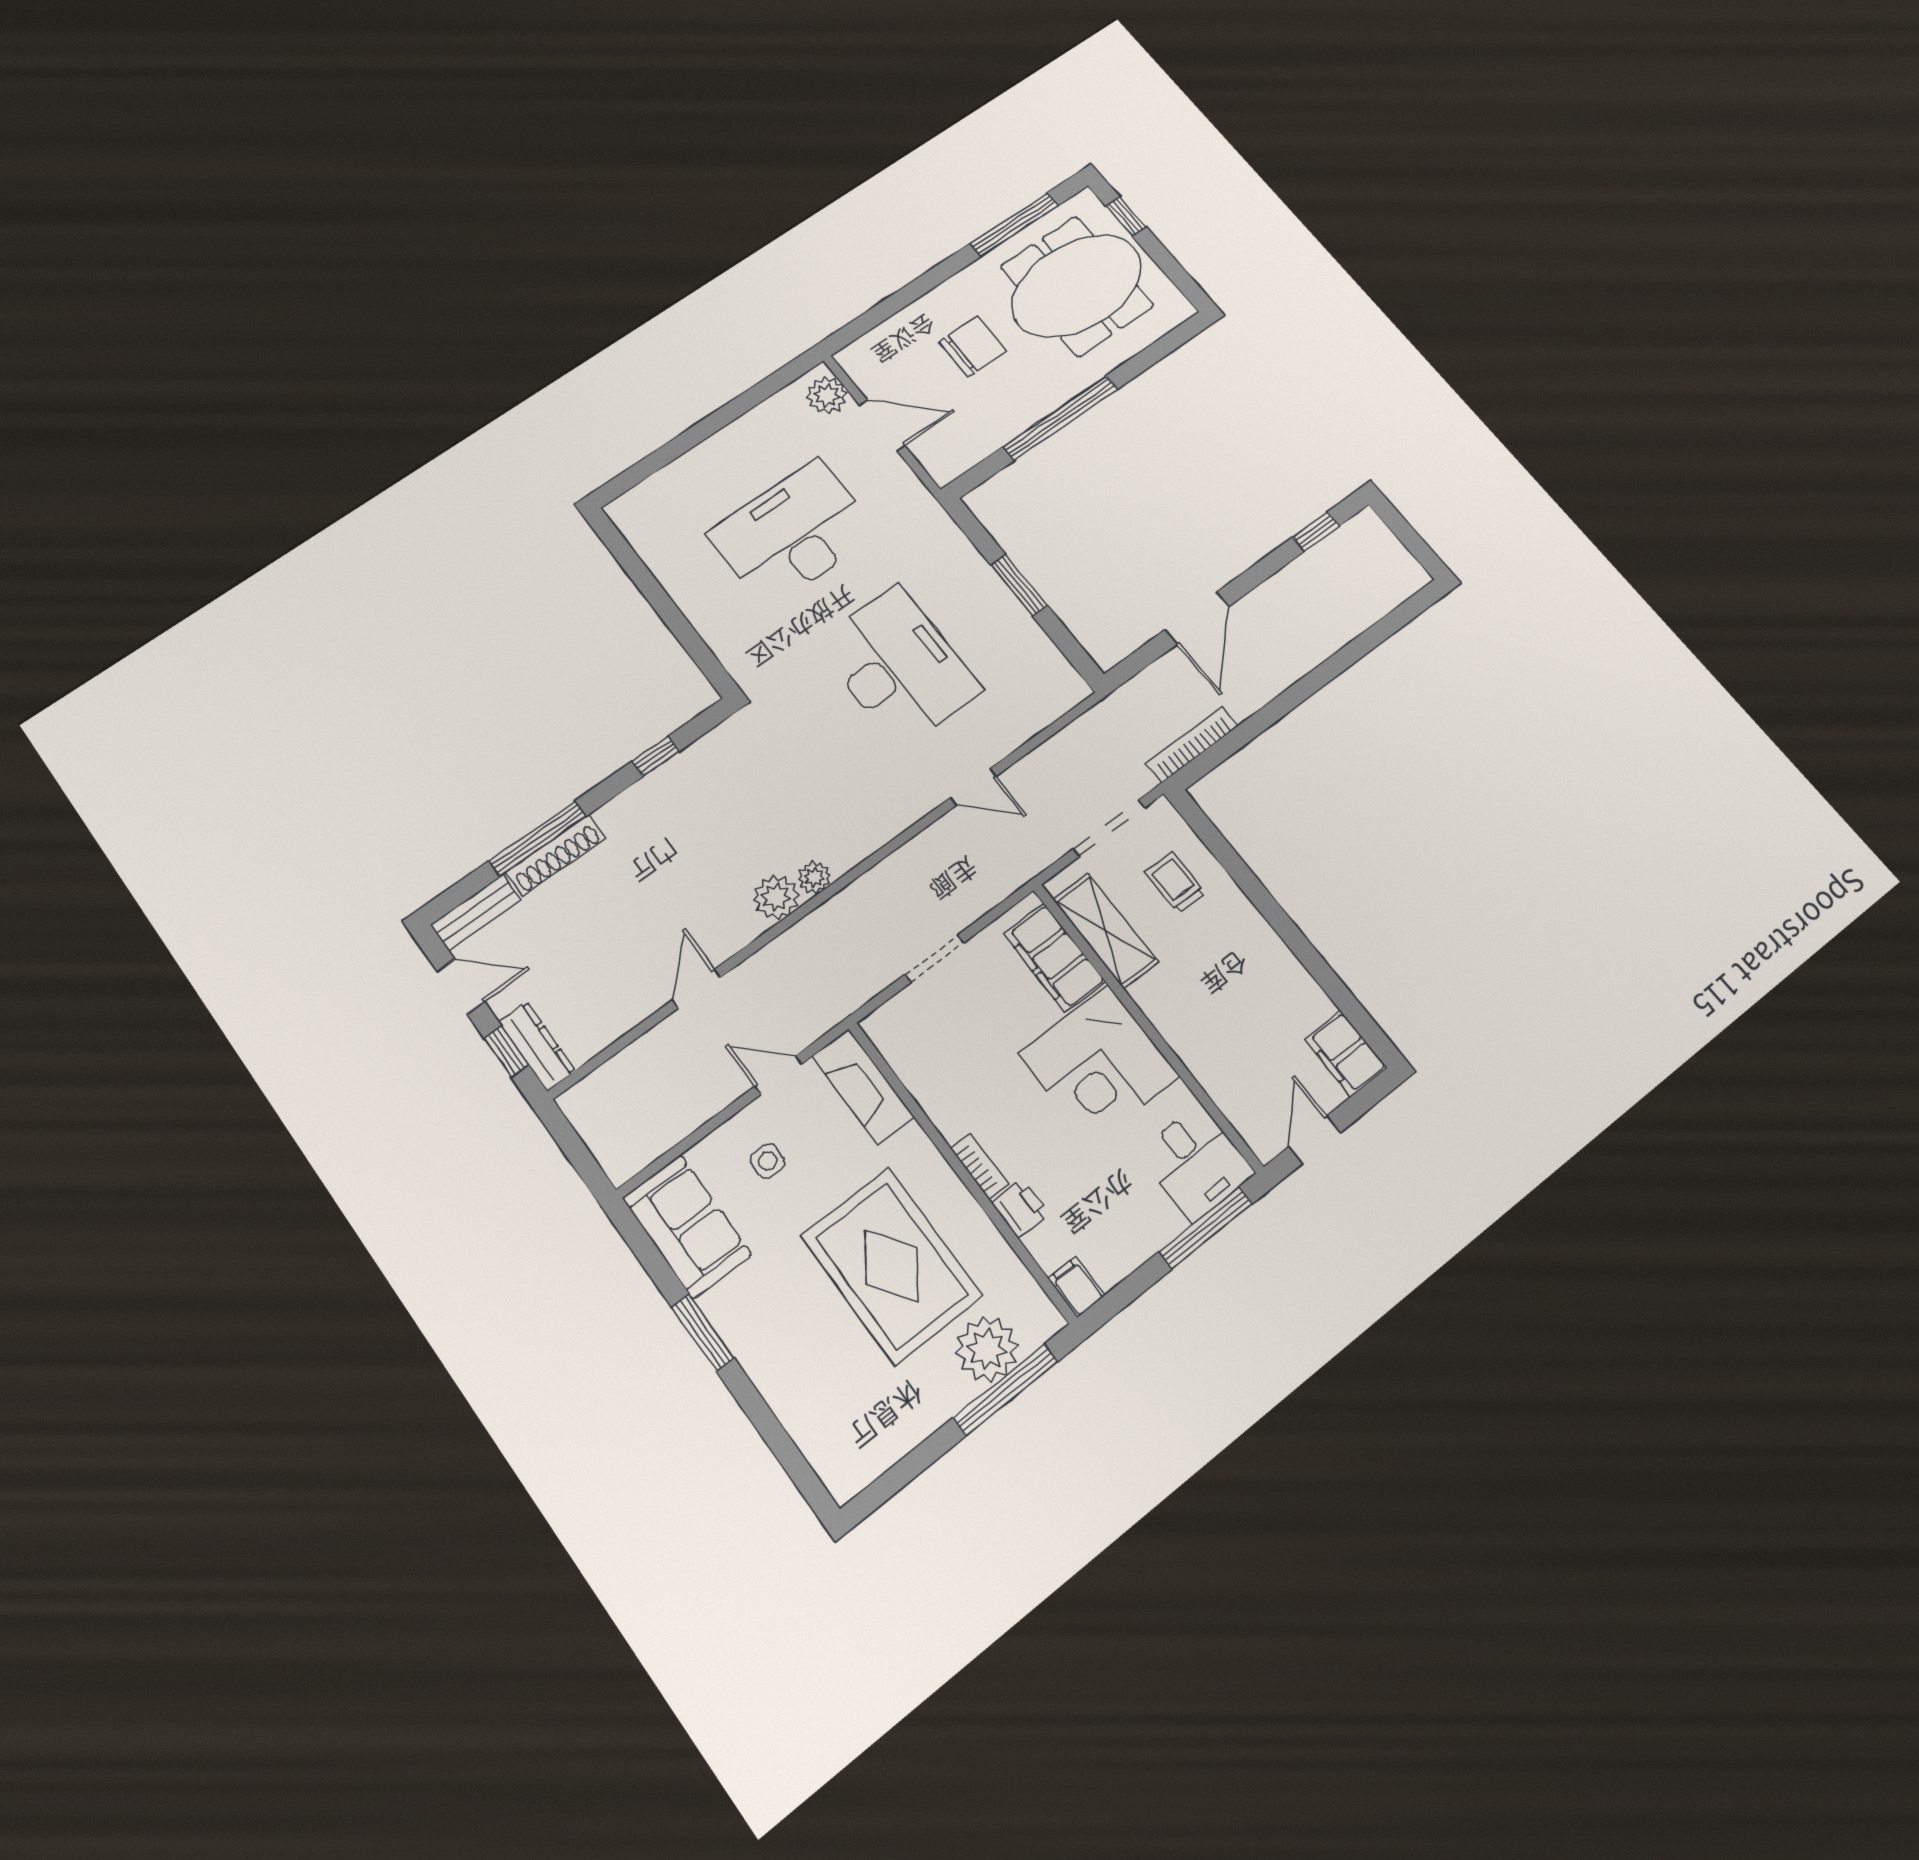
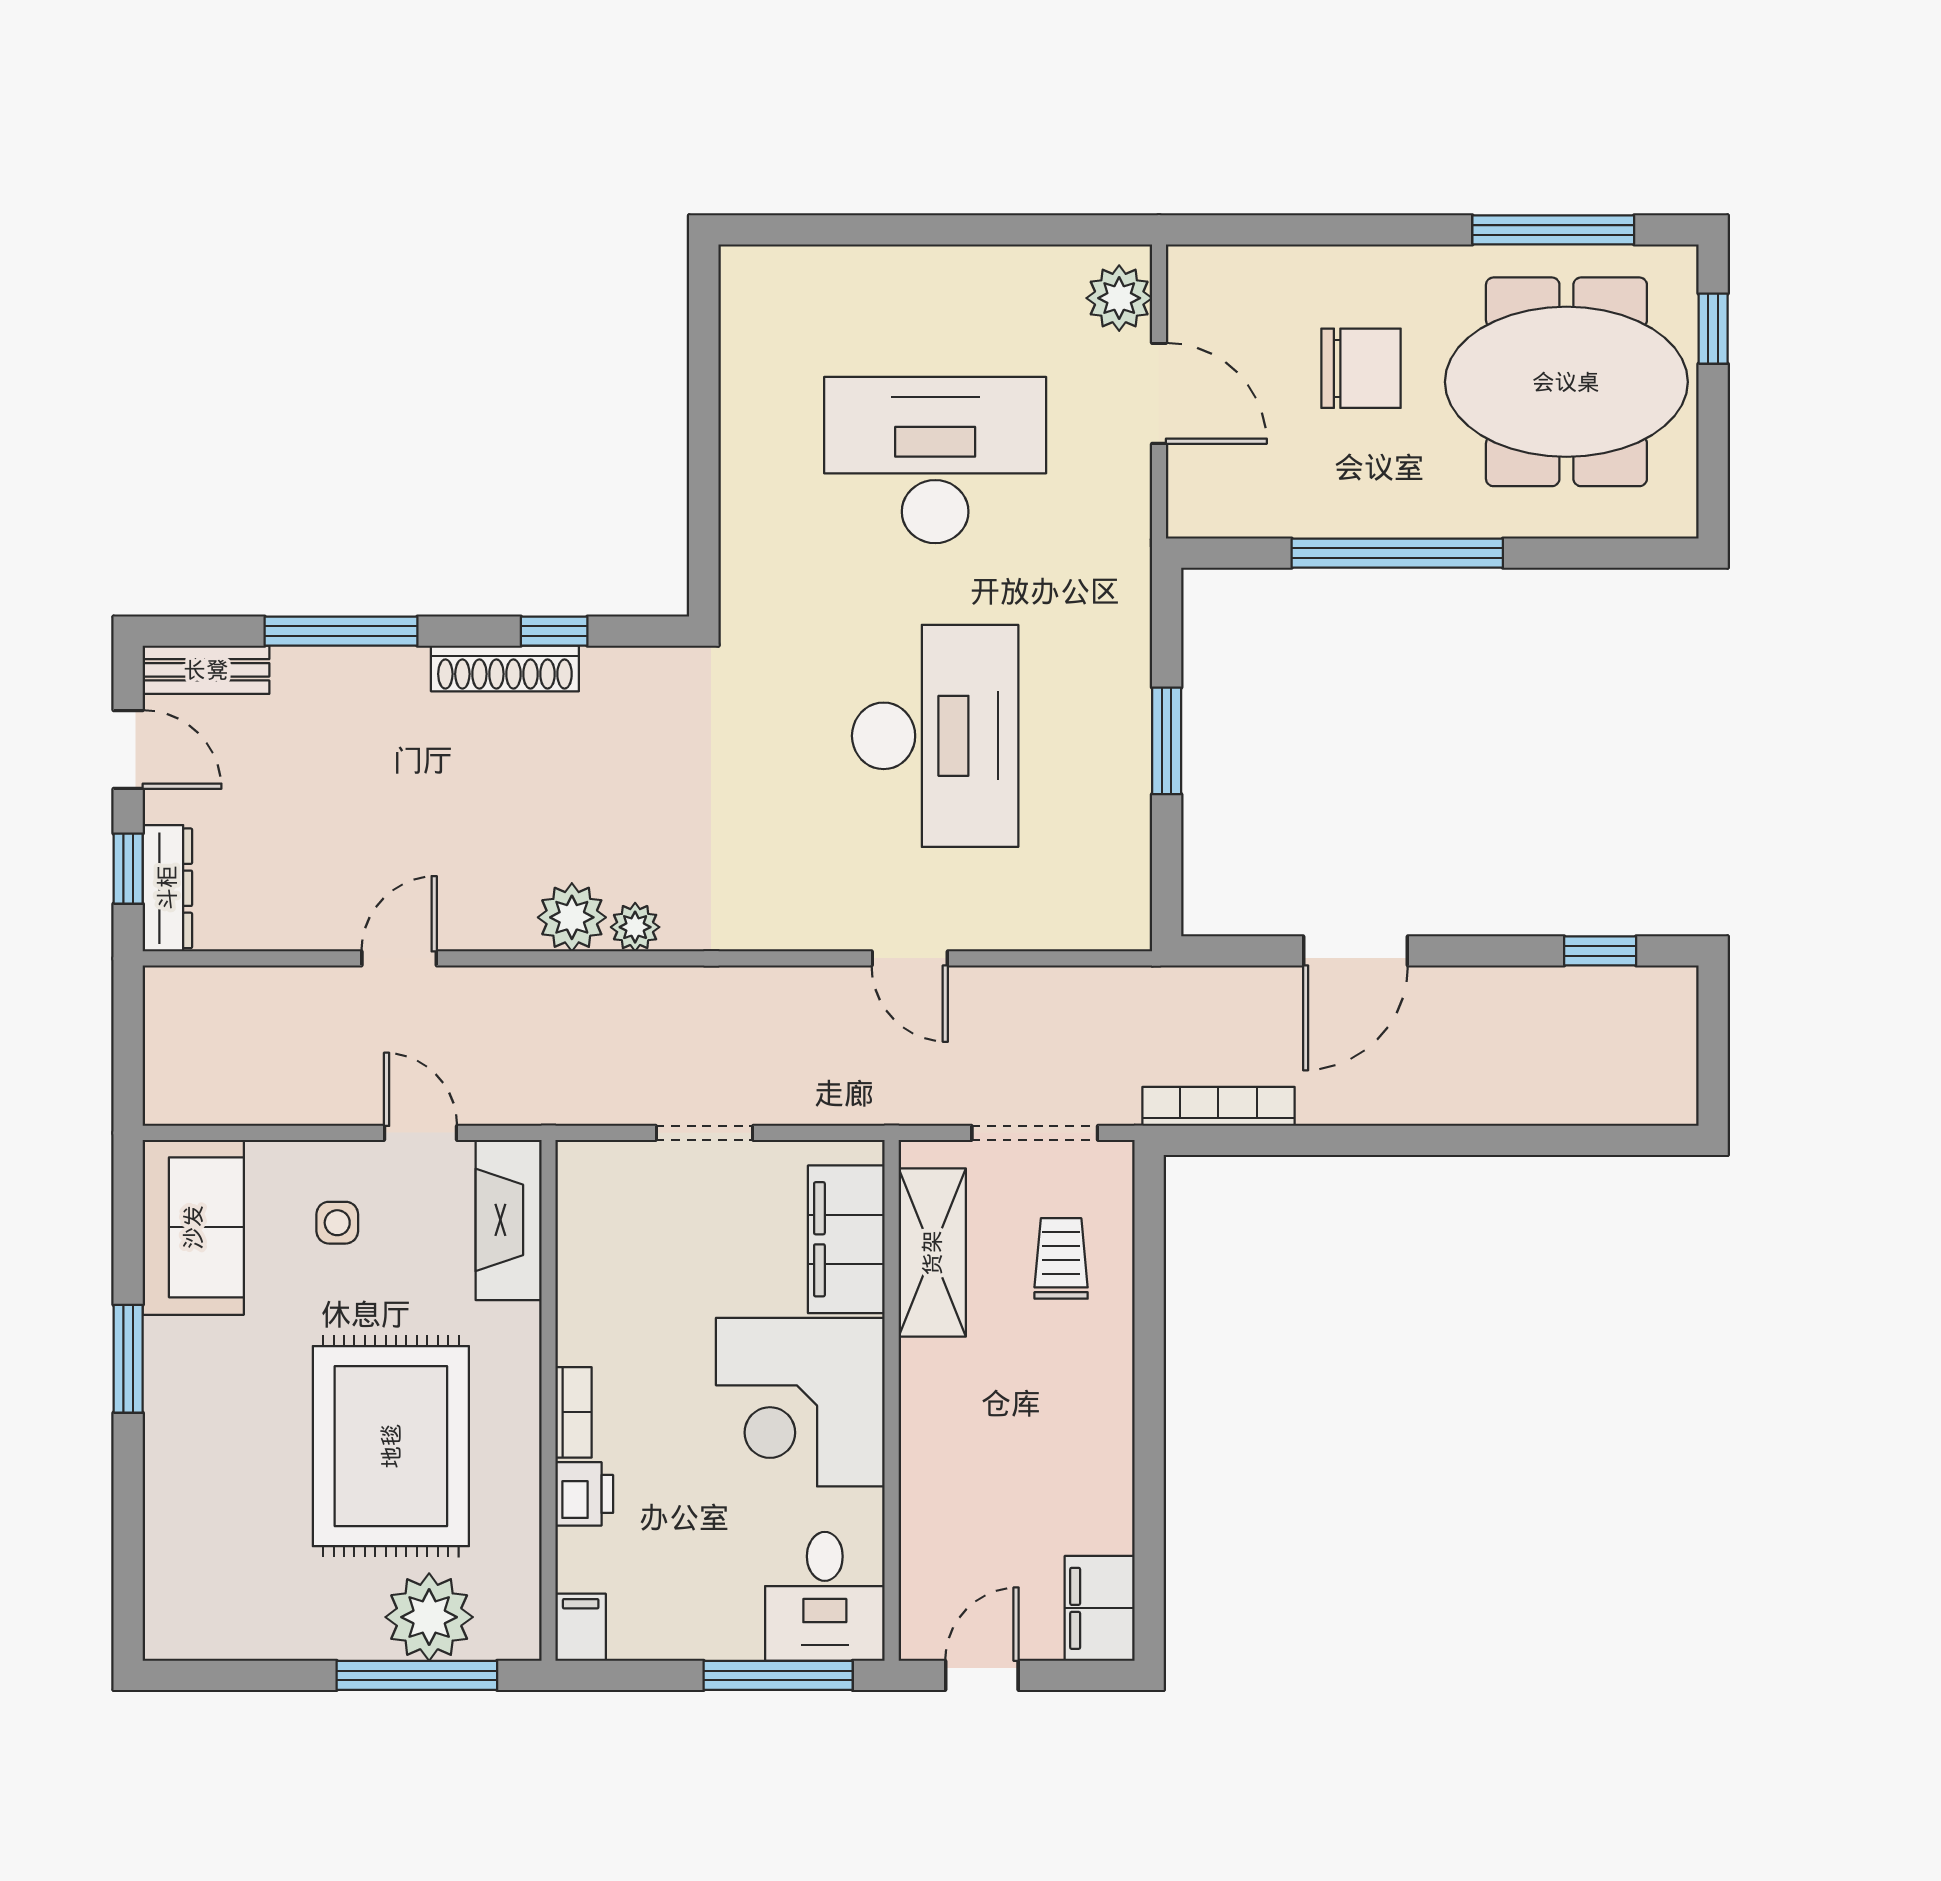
shoe rack: (556, 855) -> (505, 668), moved

